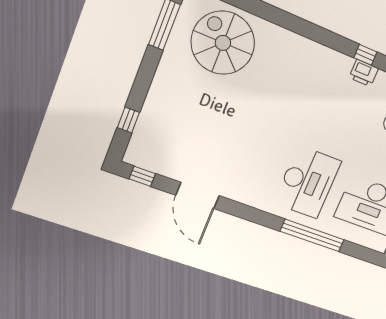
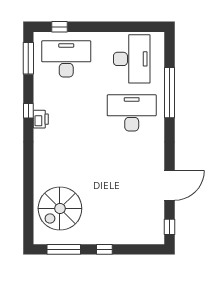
printer: (364, 73) -> (41, 119), moved
window: (128, 120) -> (104, 249), moved

